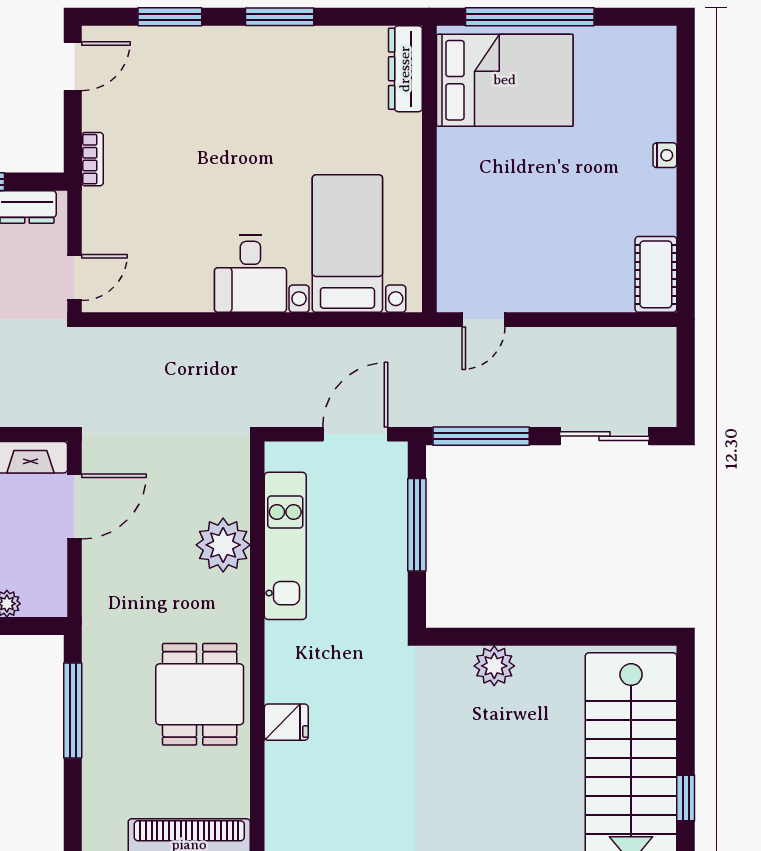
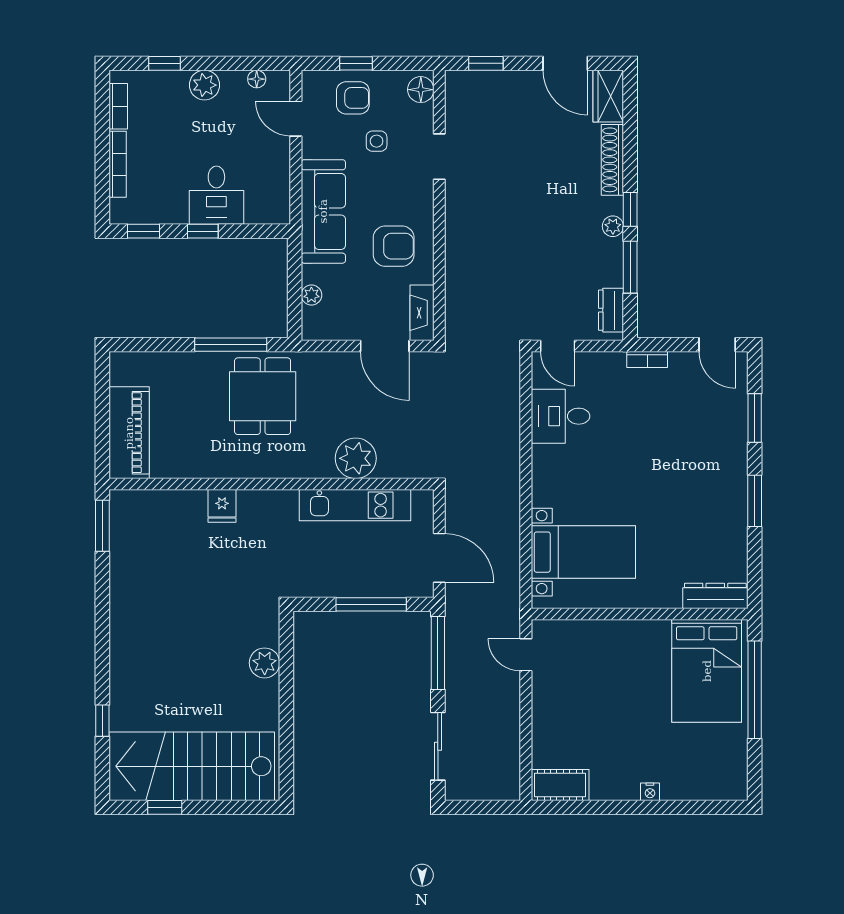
desk: (250, 274) -> (561, 416), moved
dining table: (200, 694) -> (263, 396), moved, turned 90

